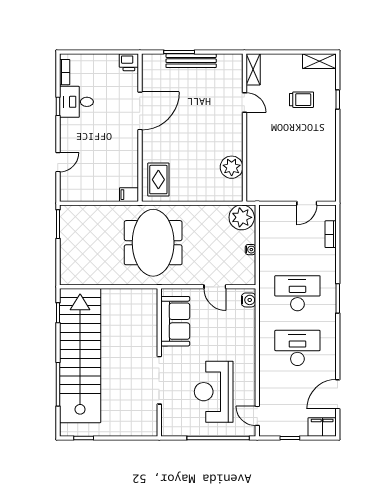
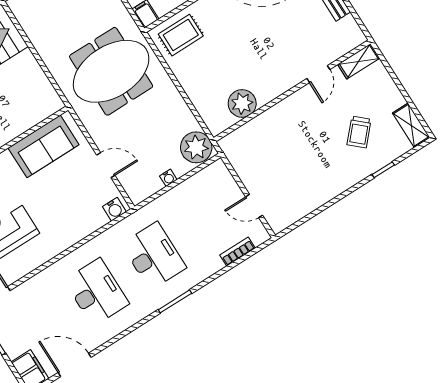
trolley: (301, 100) -> (359, 132), turned 42
door: (215, 287) -> (106, 165), swing flipped

